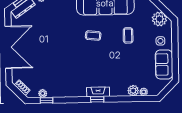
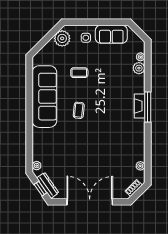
window: (97, 99) -> (148, 107), width x2.17
window: (47, 100) -> (148, 162), removed

